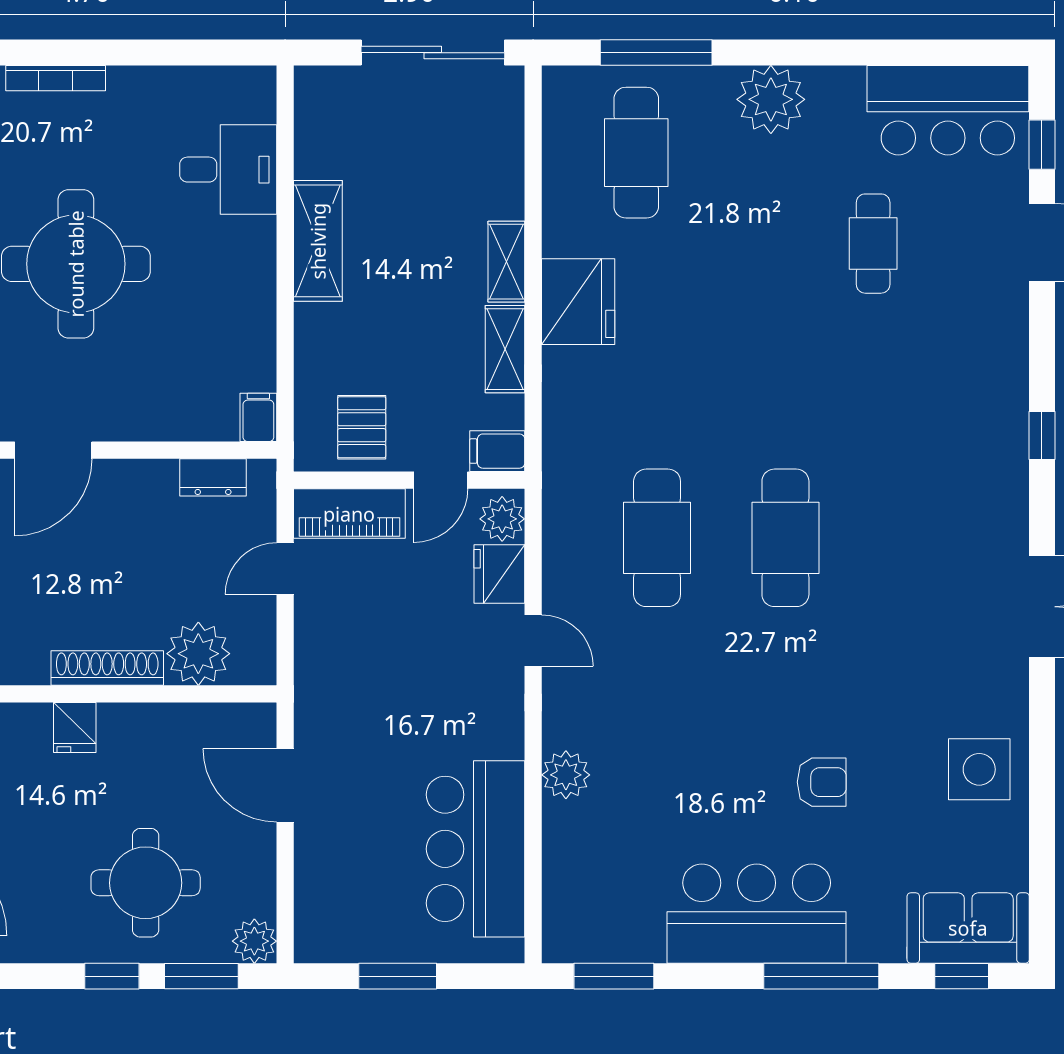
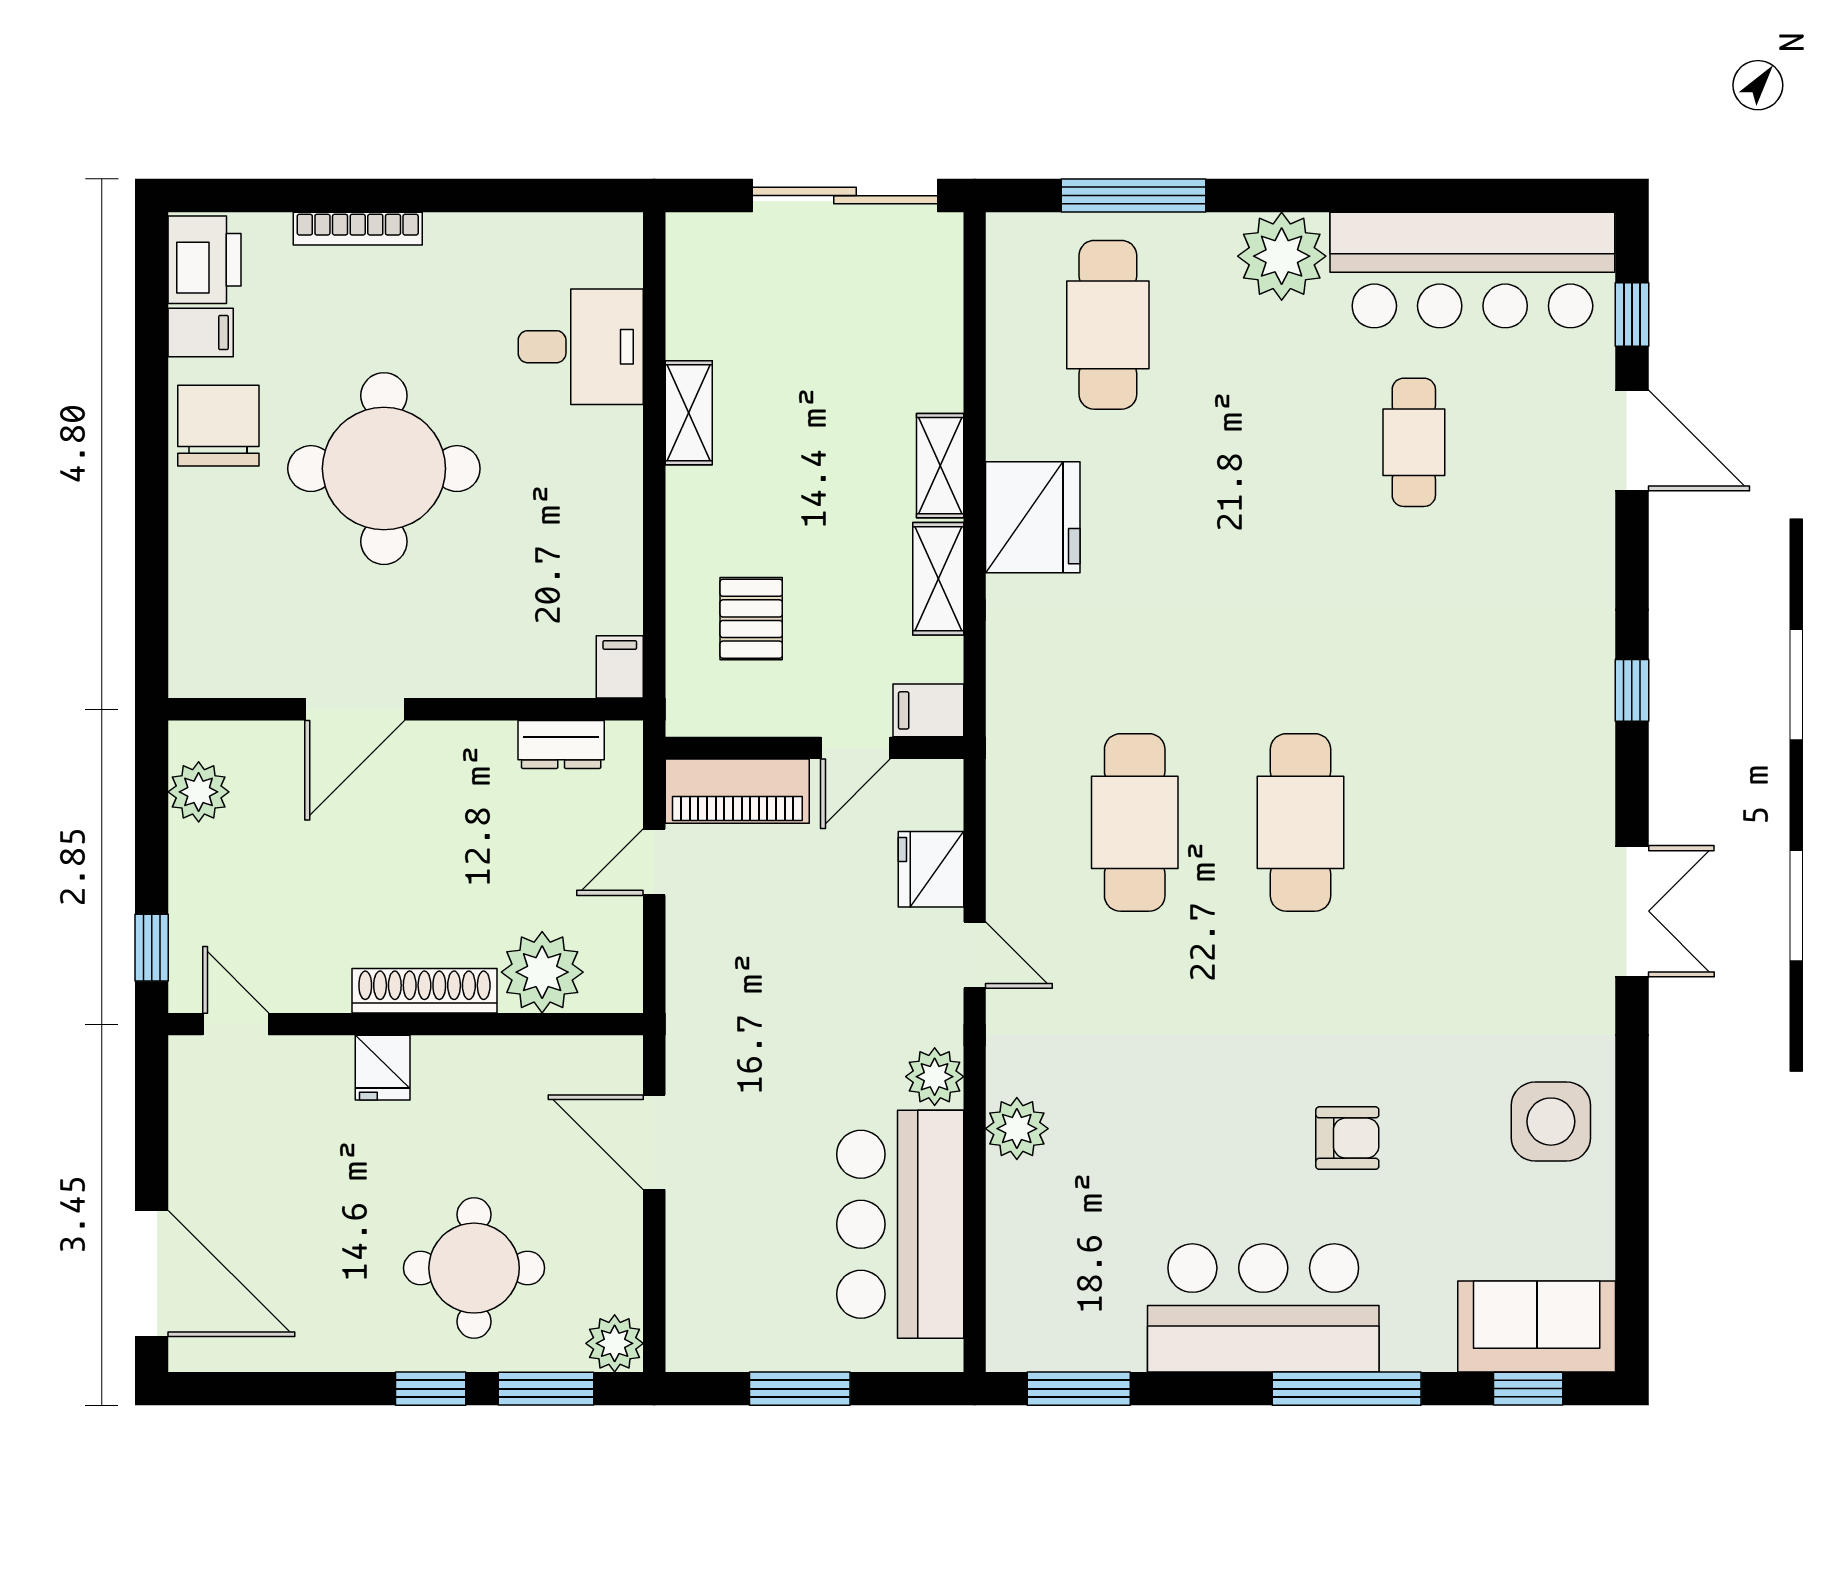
bar counter: (948, 110) -> (1472, 270), width x1.36
shelving: (318, 241) -> (689, 413), width x0.67, depth x0.75
pallet: (362, 427) -> (751, 619), moved
plant: (502, 519) -> (935, 1077), moved

